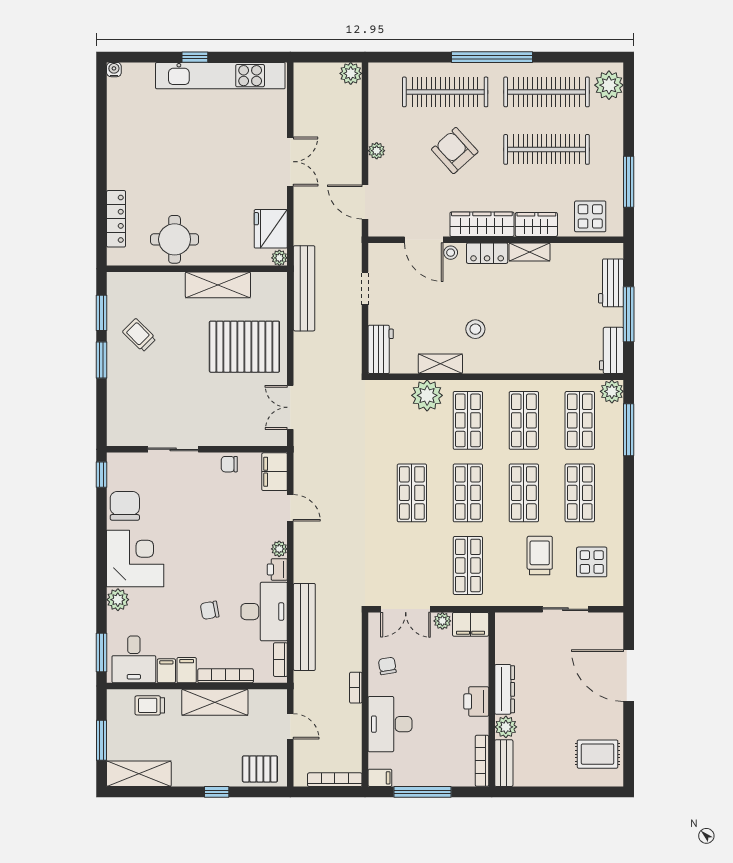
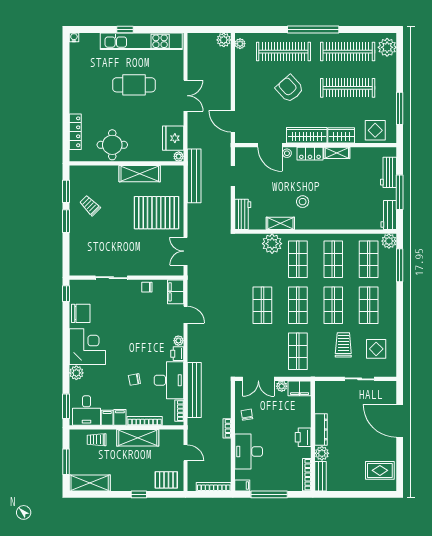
cafe table: (209, 145) -> (134, 85), added
plant: (377, 151) -> (240, 44), moved
chair: (125, 506) -> (81, 313), turned 90

